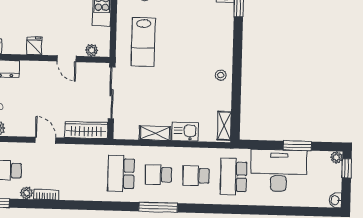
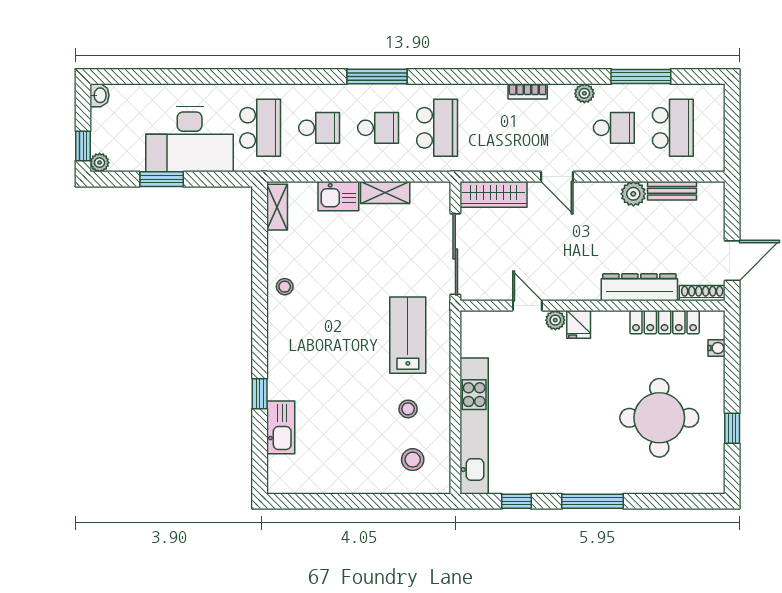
plant: (92, 50) -> (555, 320), moved
bookcase: (46, 195) -> (528, 91), moved

